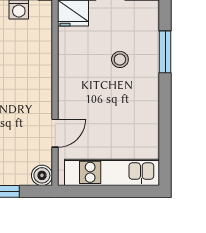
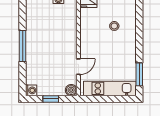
window: (165, 52) -> (139, 74), moved

